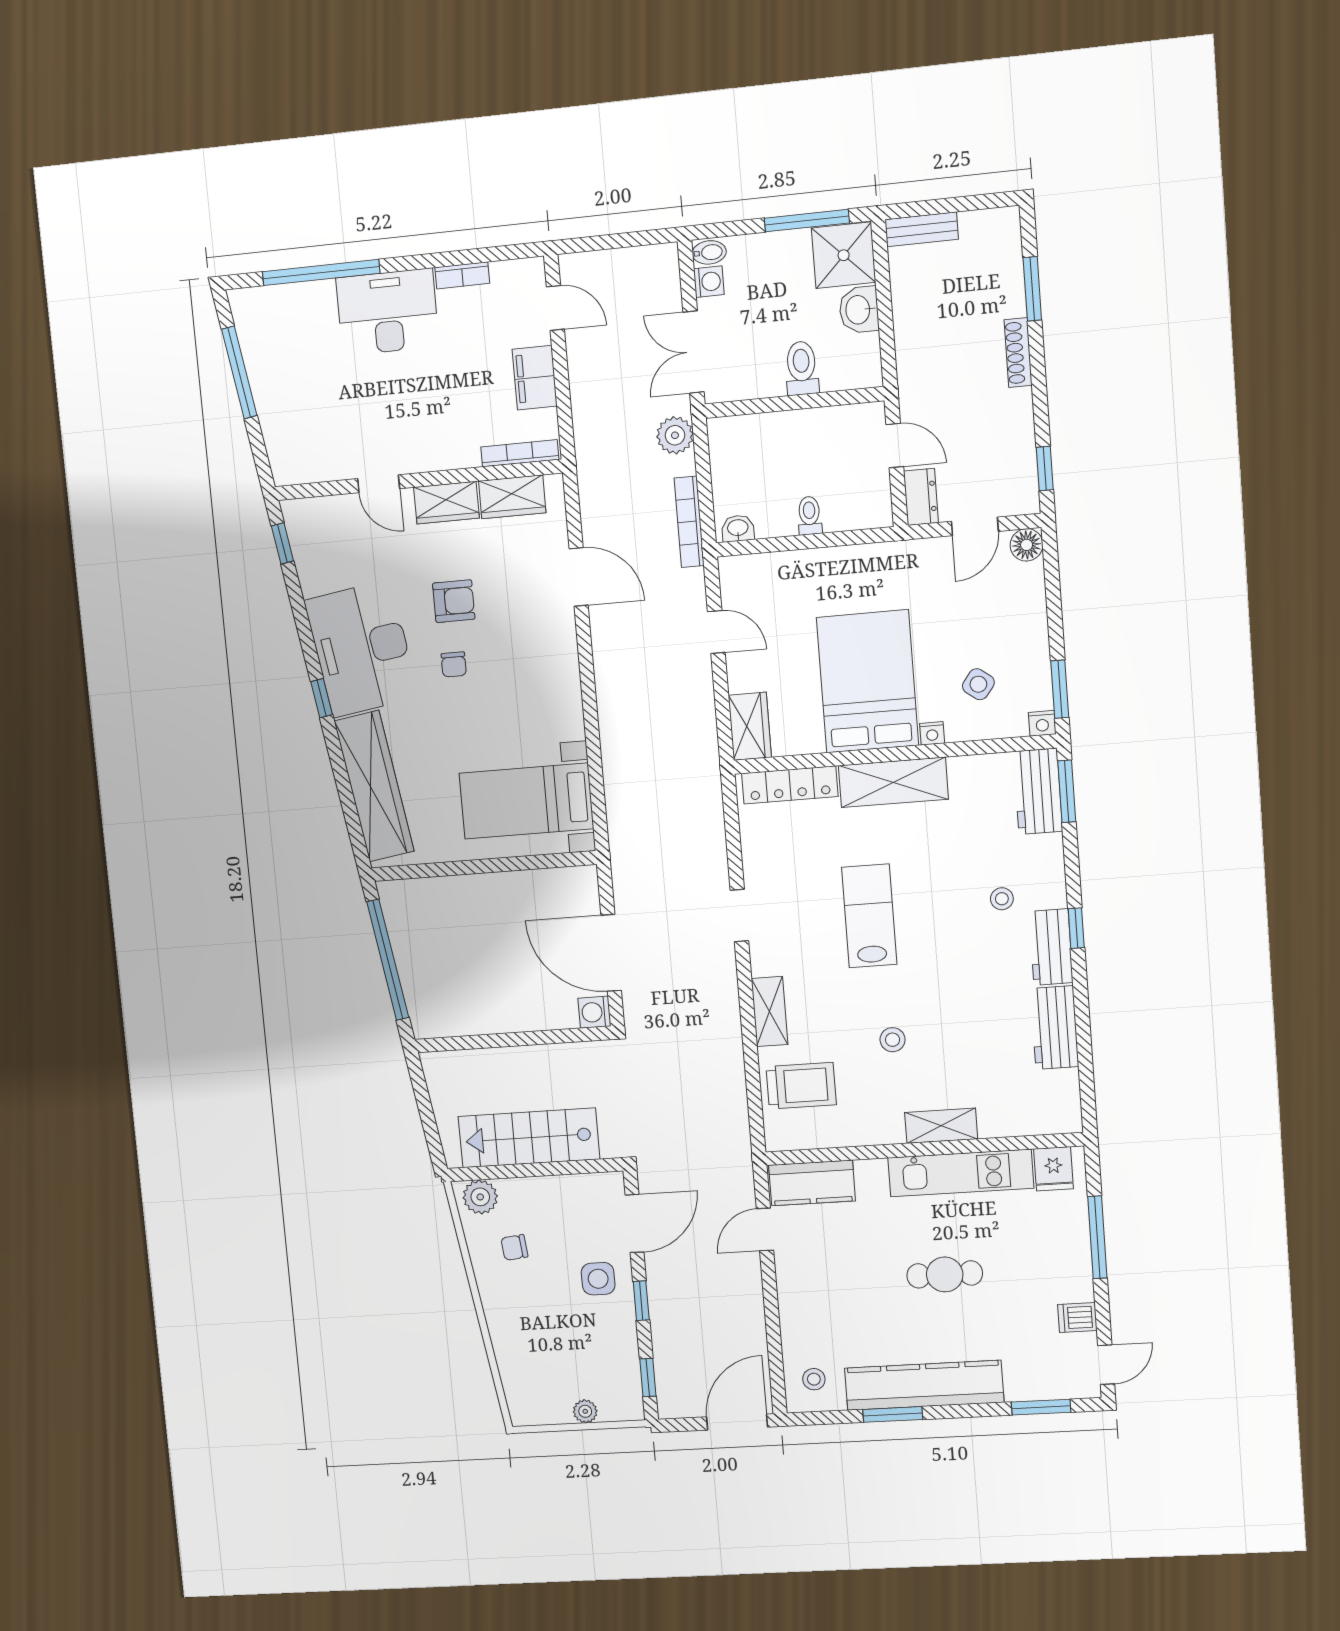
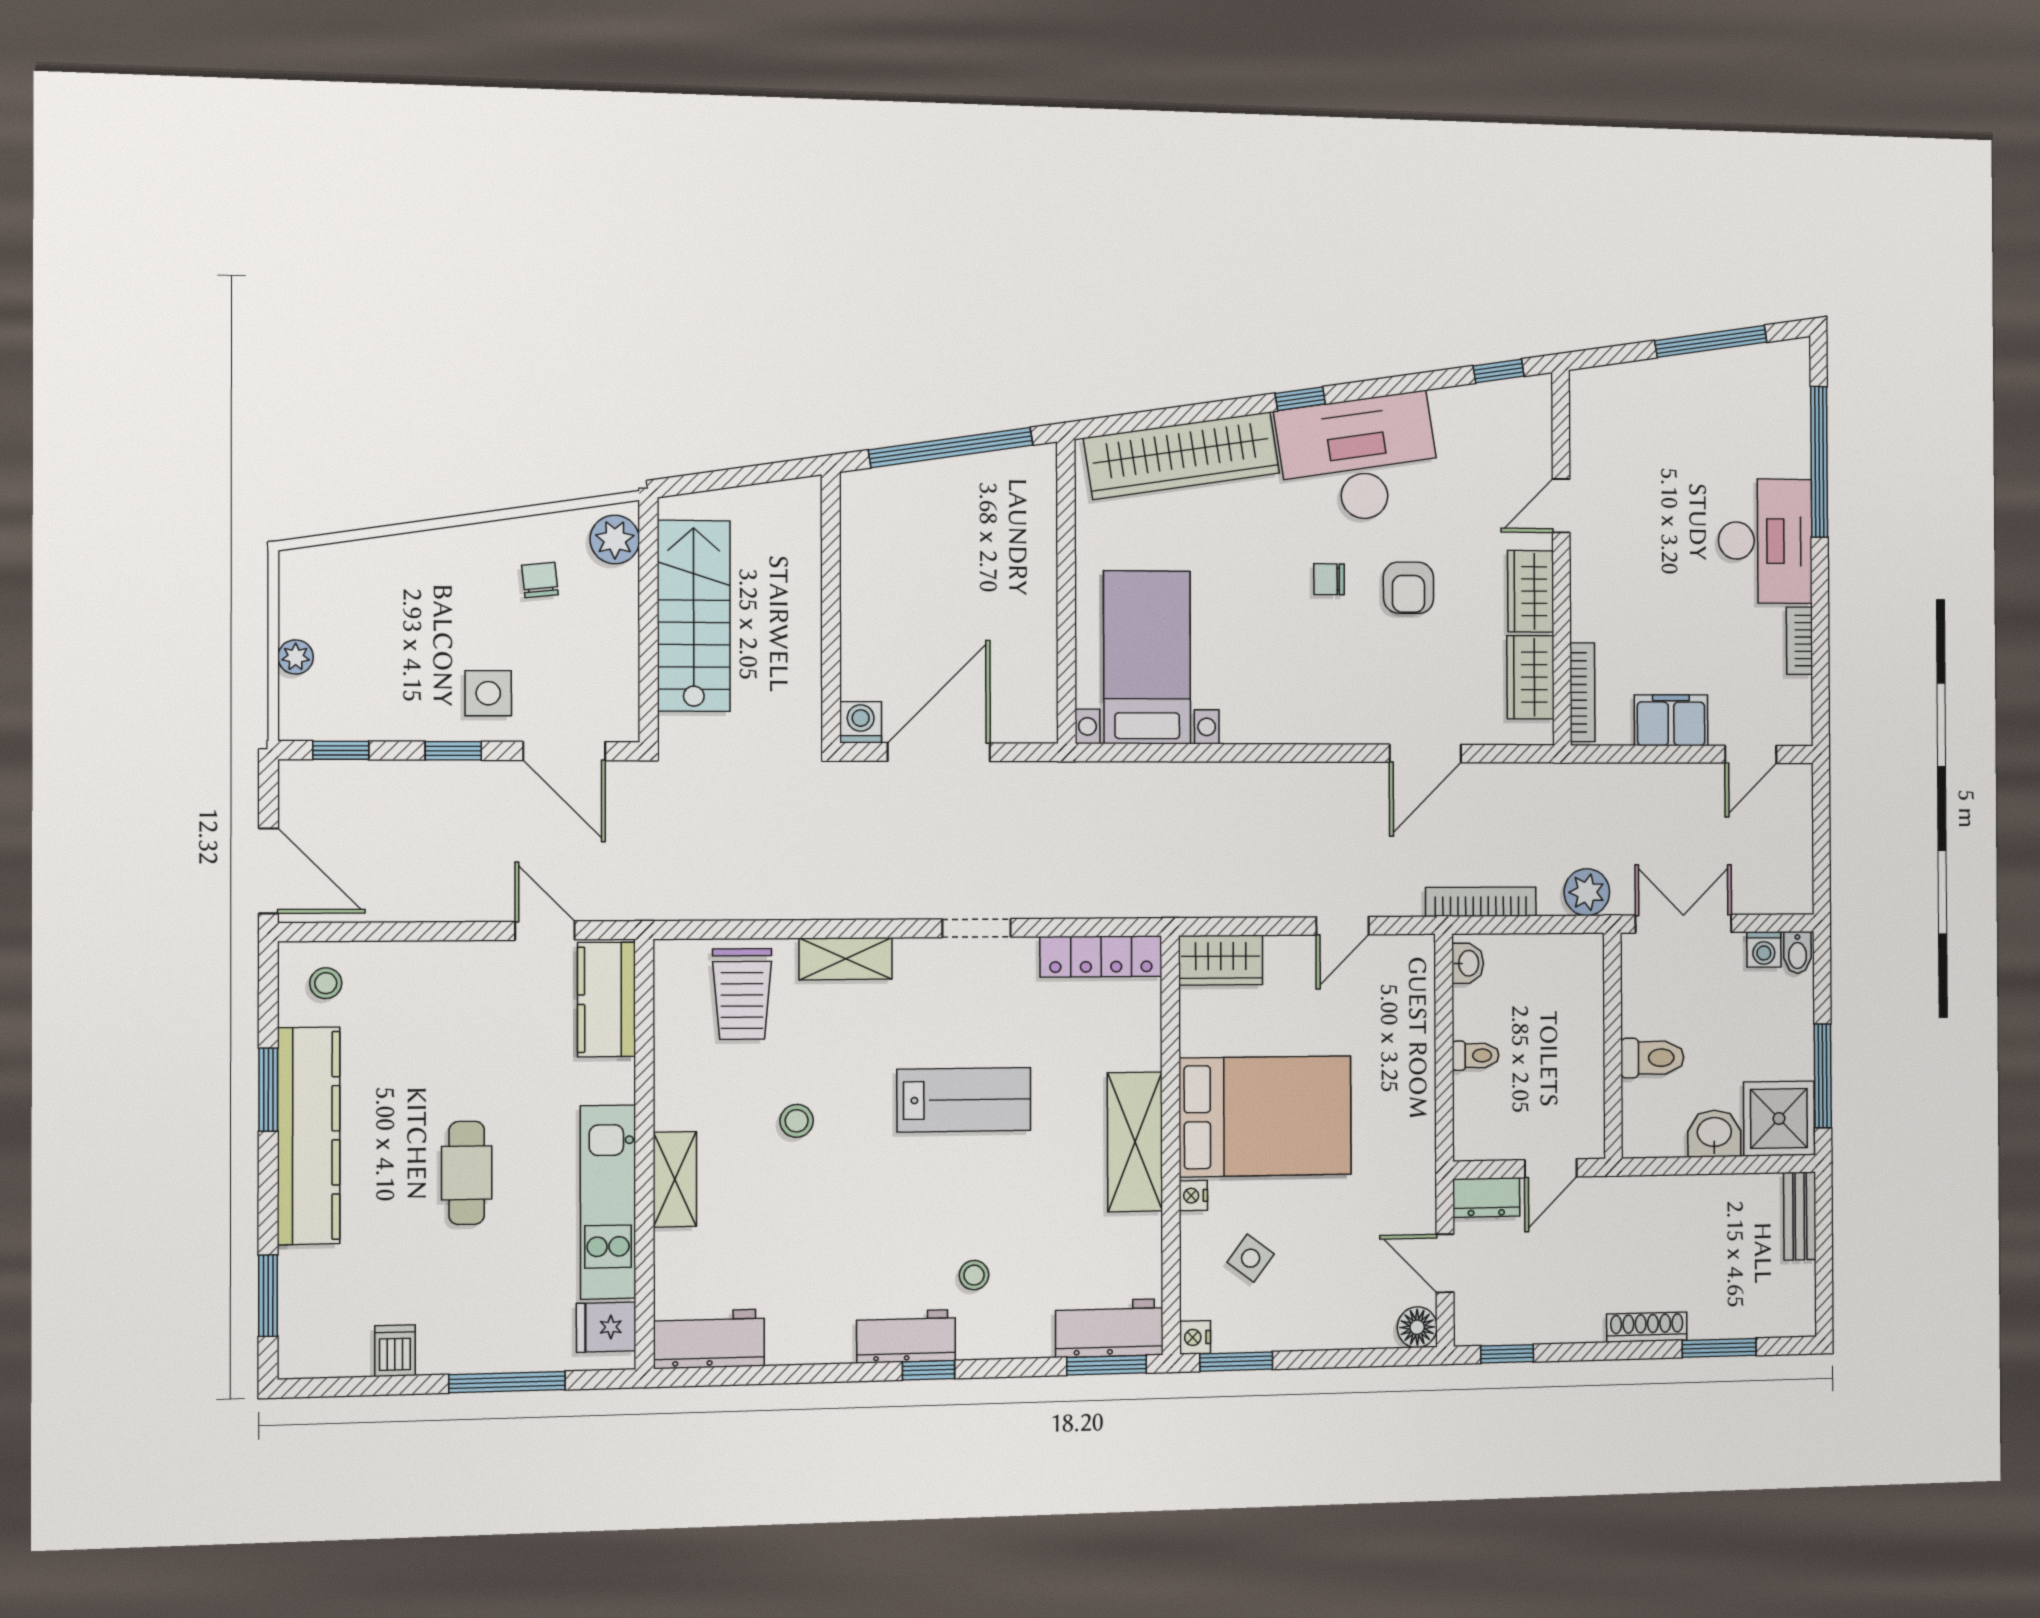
locker: (790, 785) -> (1101, 956), moved, turned -90
workbench: (1055, 1028) -> (709, 1339), moved
door: (1106, 1365) -> (325, 1387), removed

